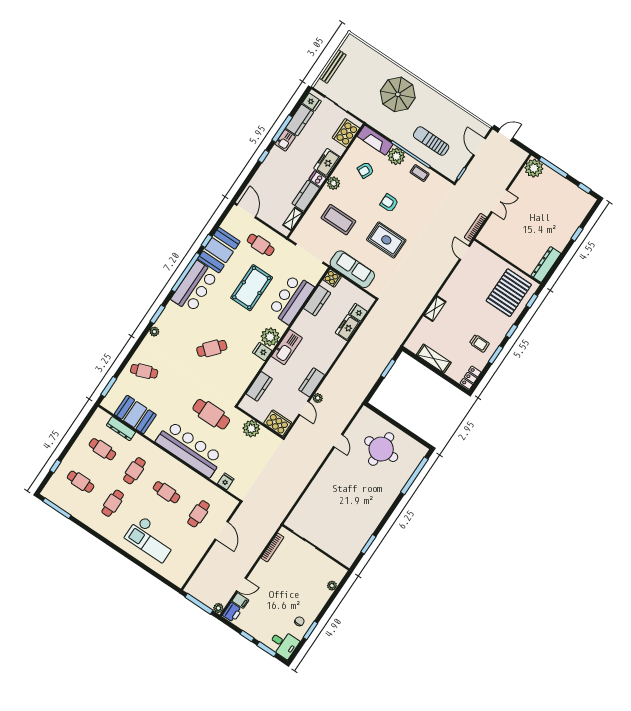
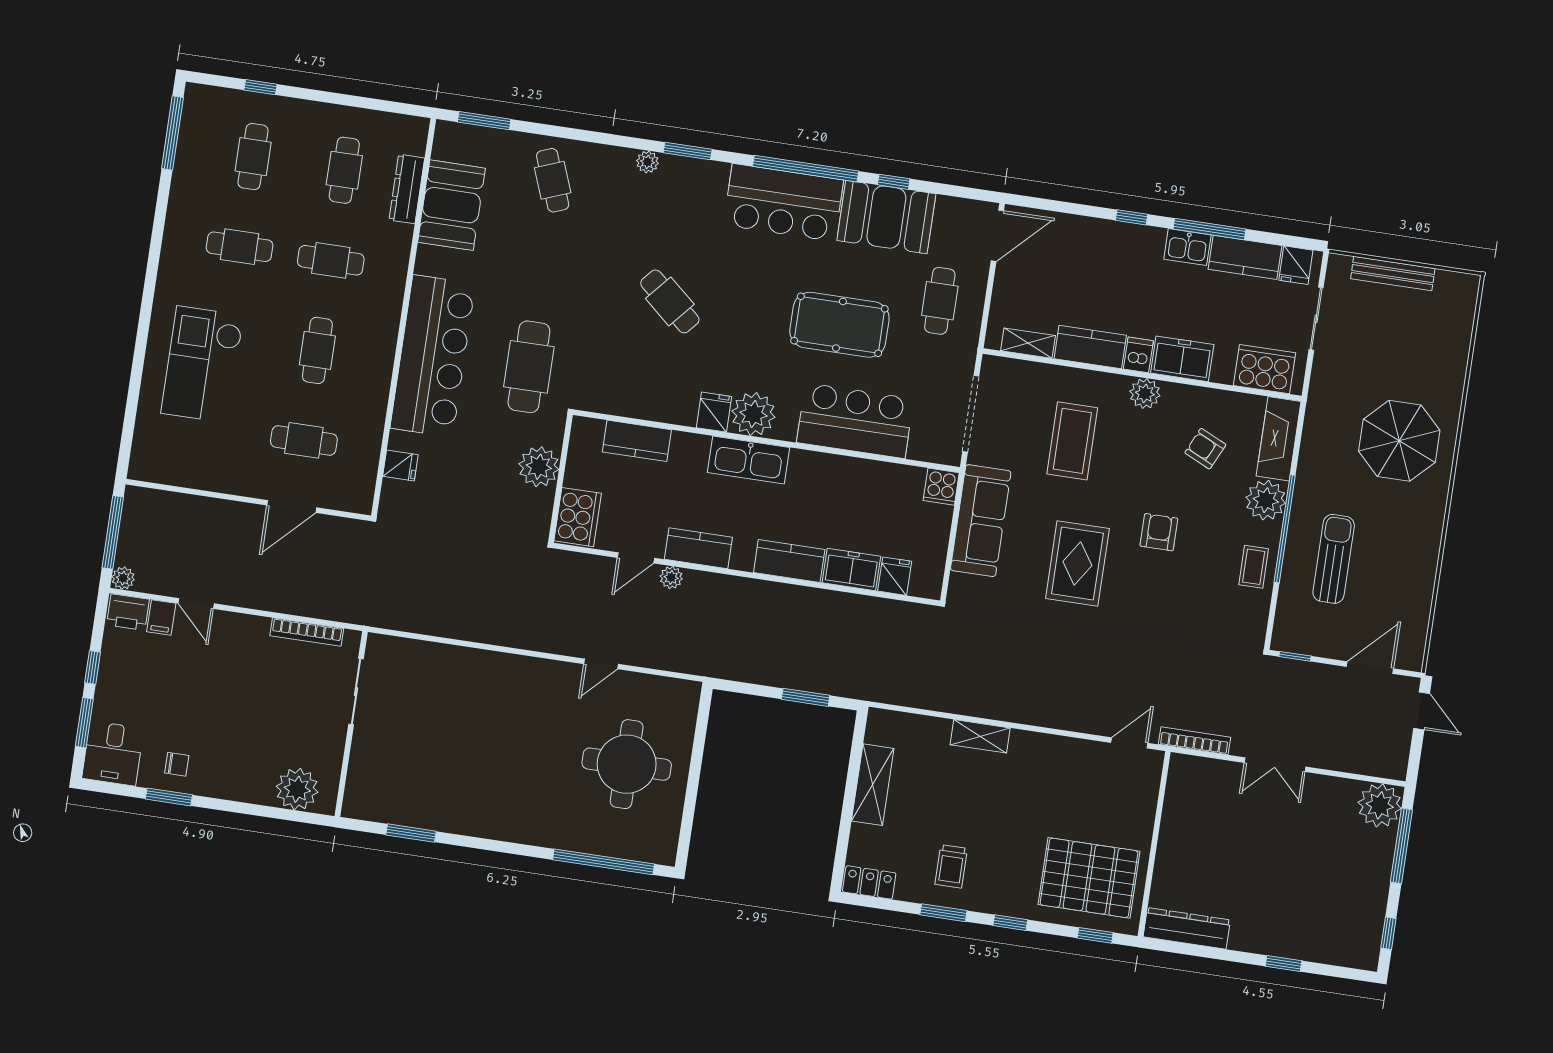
kitchen counter: (317, 301) -> (789, 561), moved, turned 180
plant: (332, 586) -> (297, 789), width x1.88, depth x1.88

